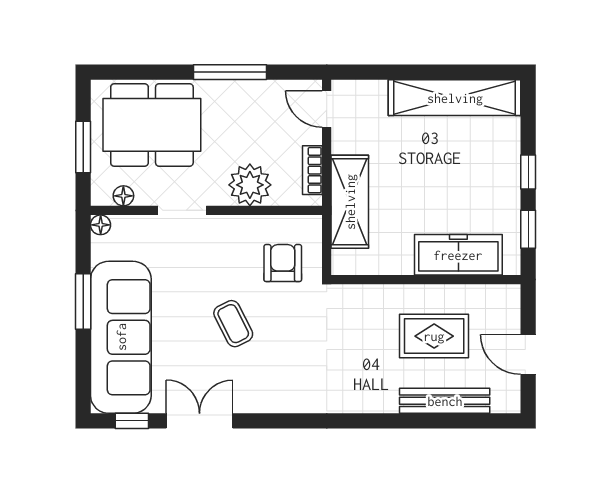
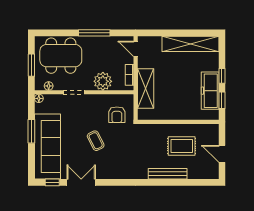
freezer: (458, 255) -> (210, 91), moved, turned -90
armchair: (283, 263) -> (117, 115), turned 180
bench: (445, 401) -> (168, 174), moved

